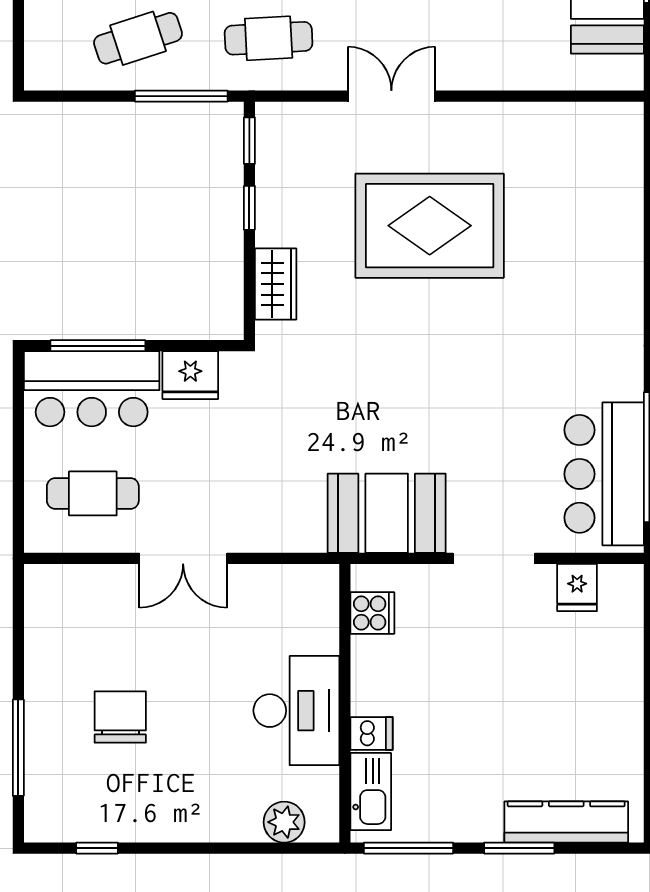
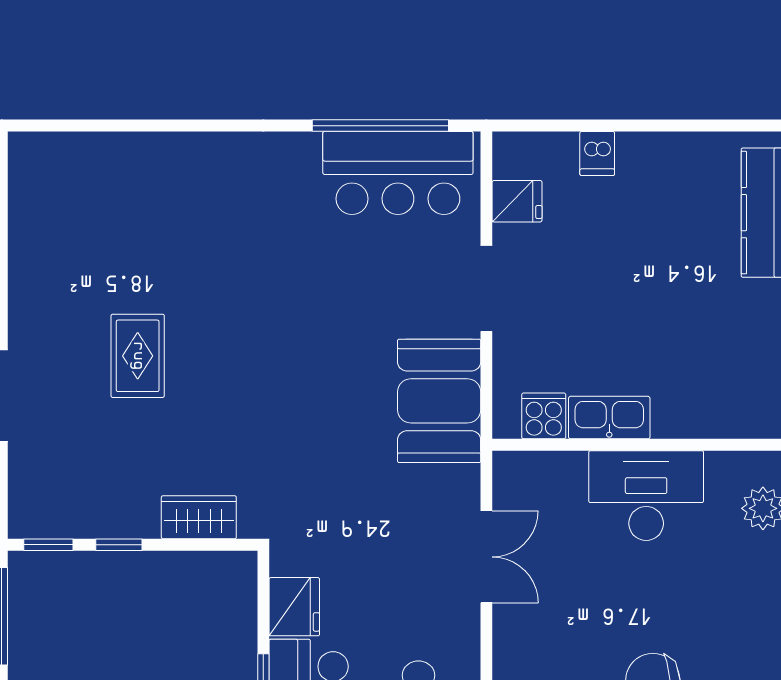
rug: (430, 226) -> (138, 356), width x0.54, depth x0.49
double door: (183, 558) -> (486, 557), moved
dishwasher: (372, 734) -> (597, 153), moved, turned 180
kitchen sink: (371, 792) -> (609, 418), moved

